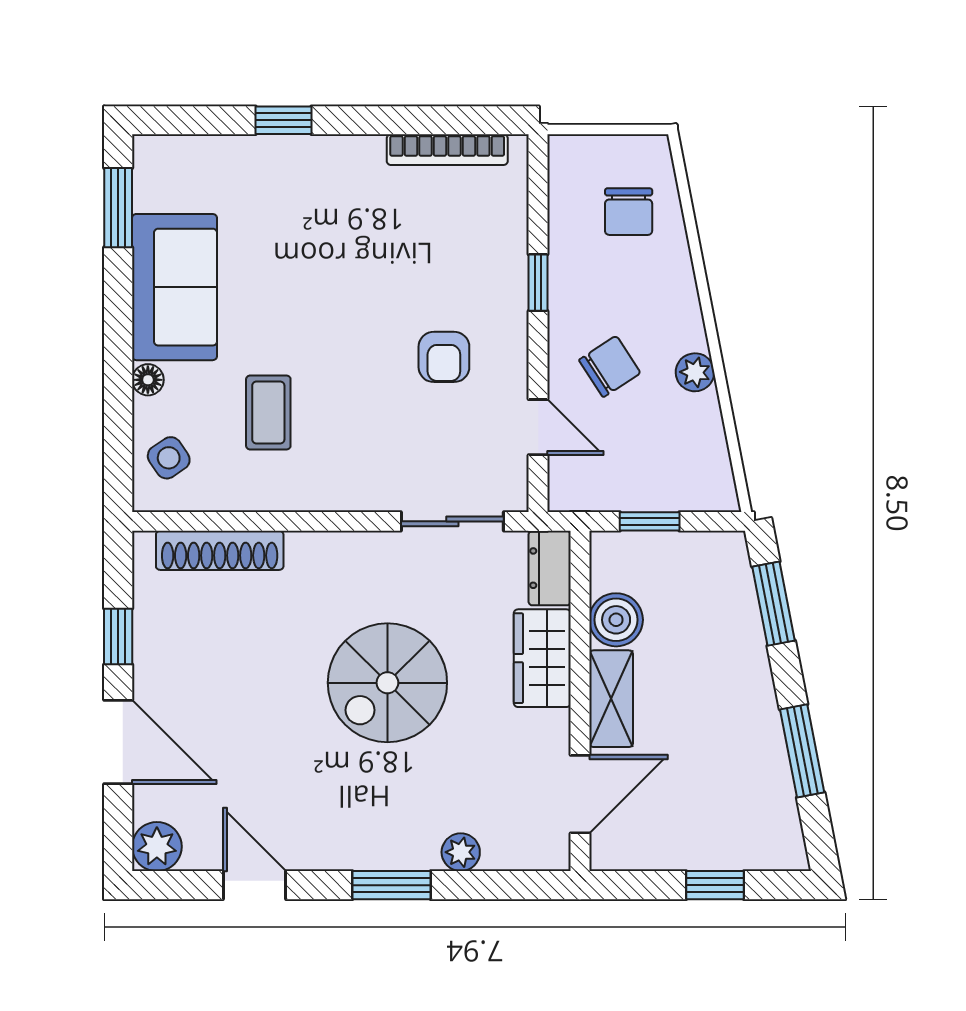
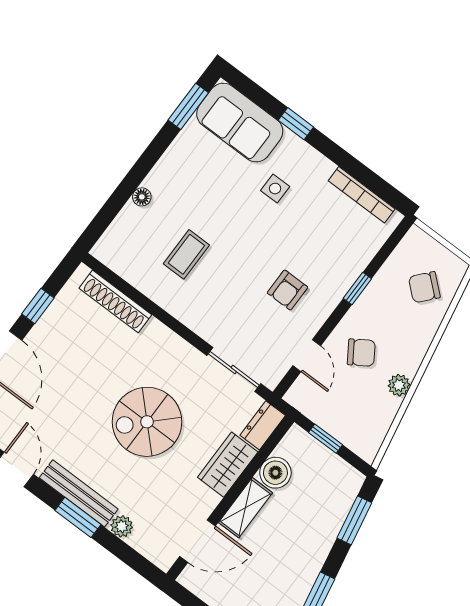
chair: (629, 212) -> (424, 287), turned 41
sofa: (175, 287) -> (240, 123), moved, turned 90
side table: (169, 458) -> (275, 188), moved, turned 34
bench: (368, 852) -> (79, 493), added

